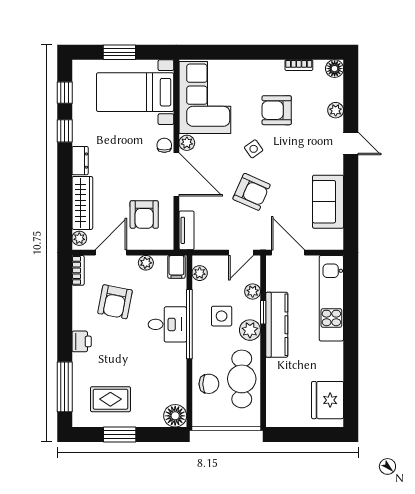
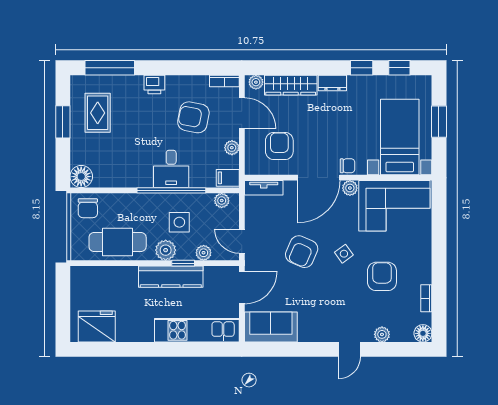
sofa: (328, 202) -> (271, 327), moved
armchair: (144, 214) -> (279, 146), turned 90
chair: (209, 384) -> (88, 208), moved

